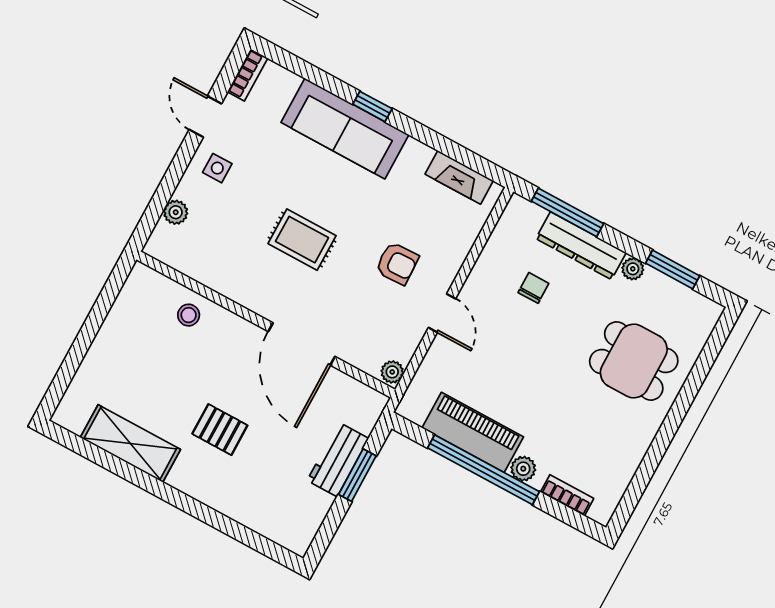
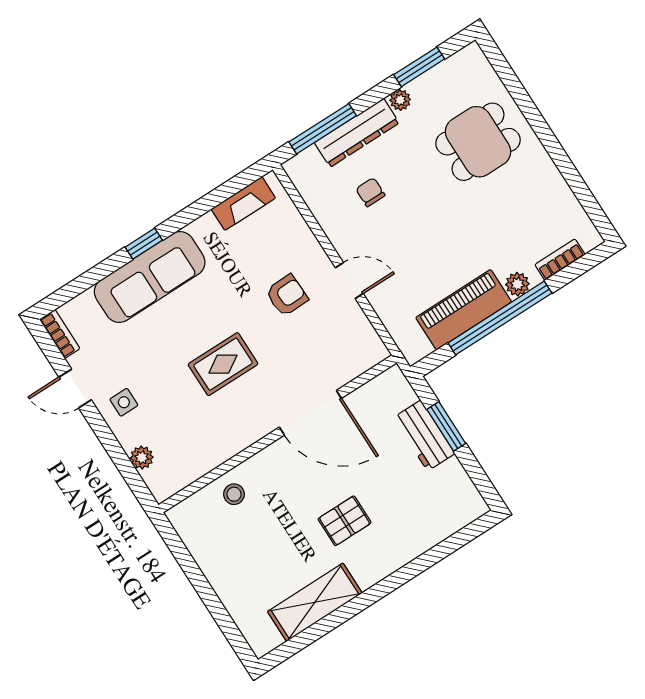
plant: (392, 372) -> (376, 349), removed

